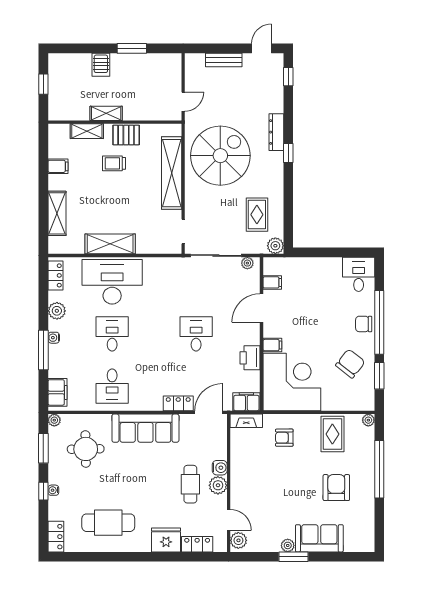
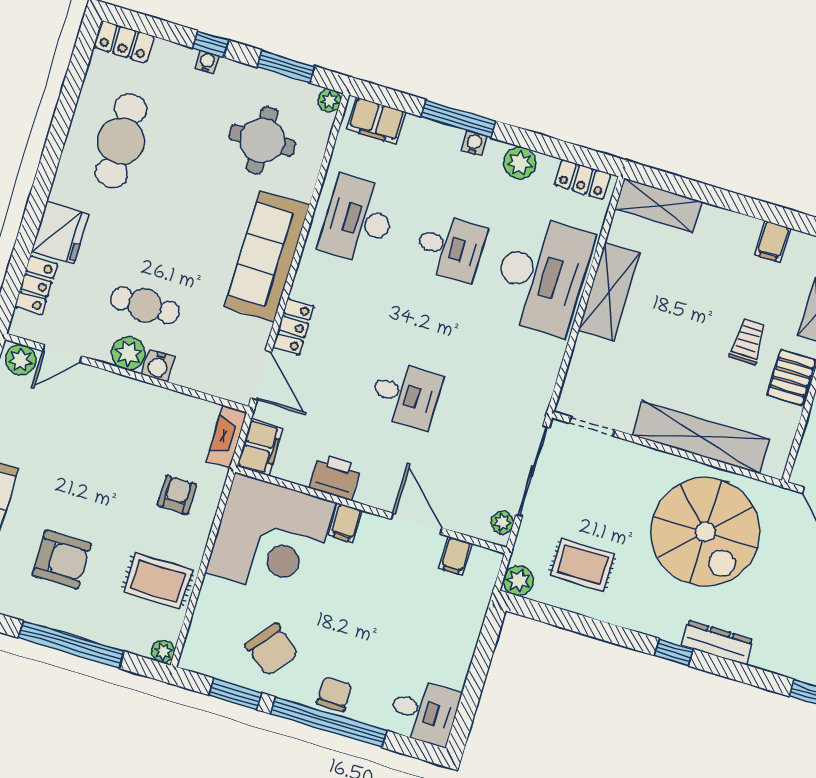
shelving: (57, 213) -> (658, 205), moved
desk: (112, 386) -> (358, 220), width x1.37

